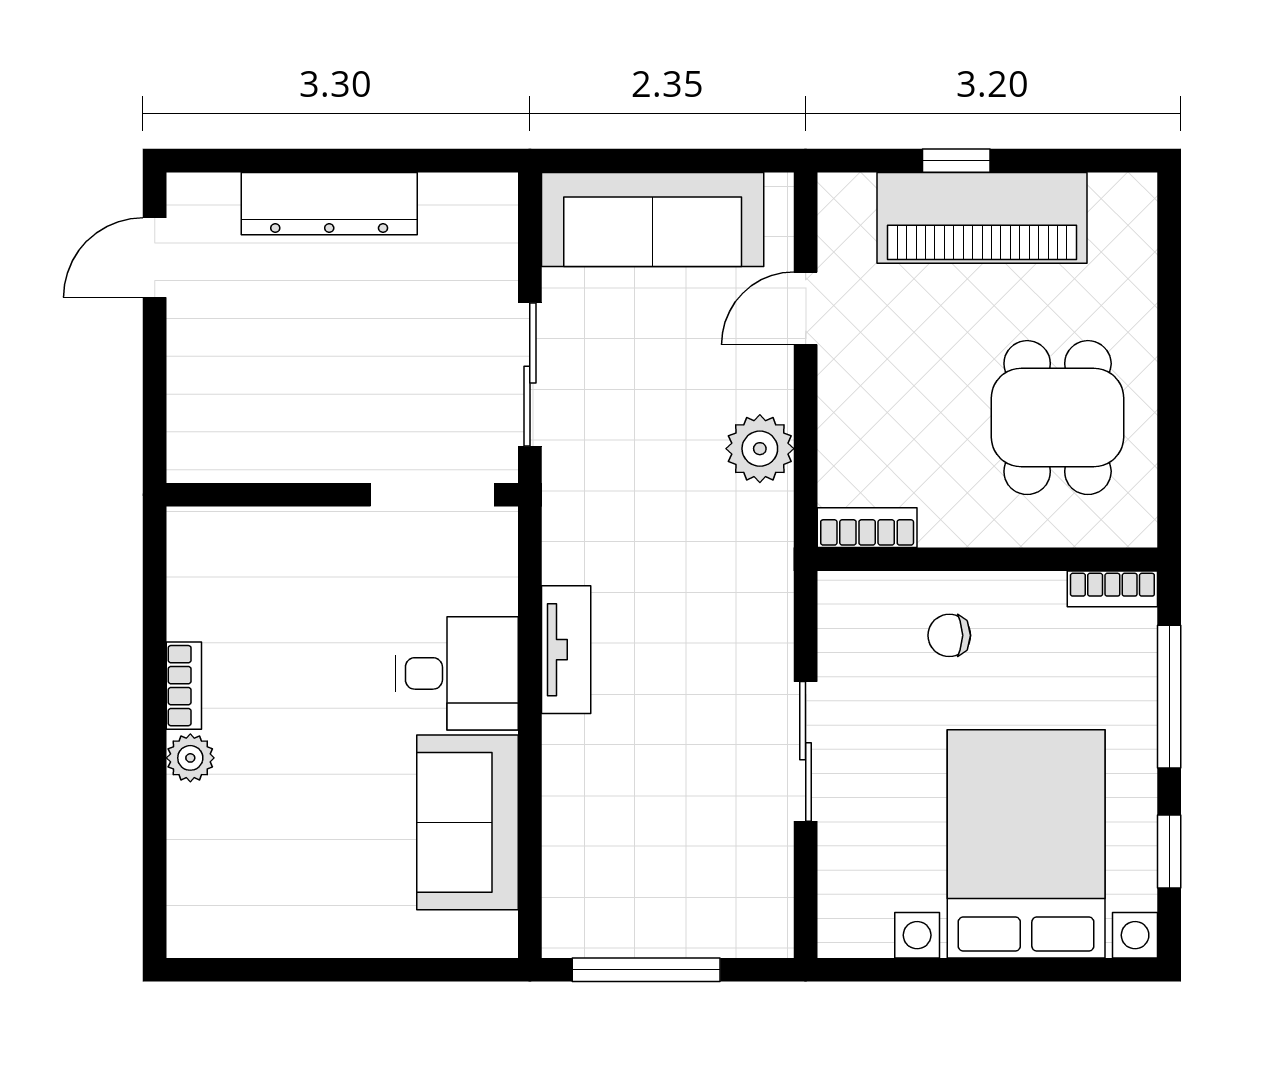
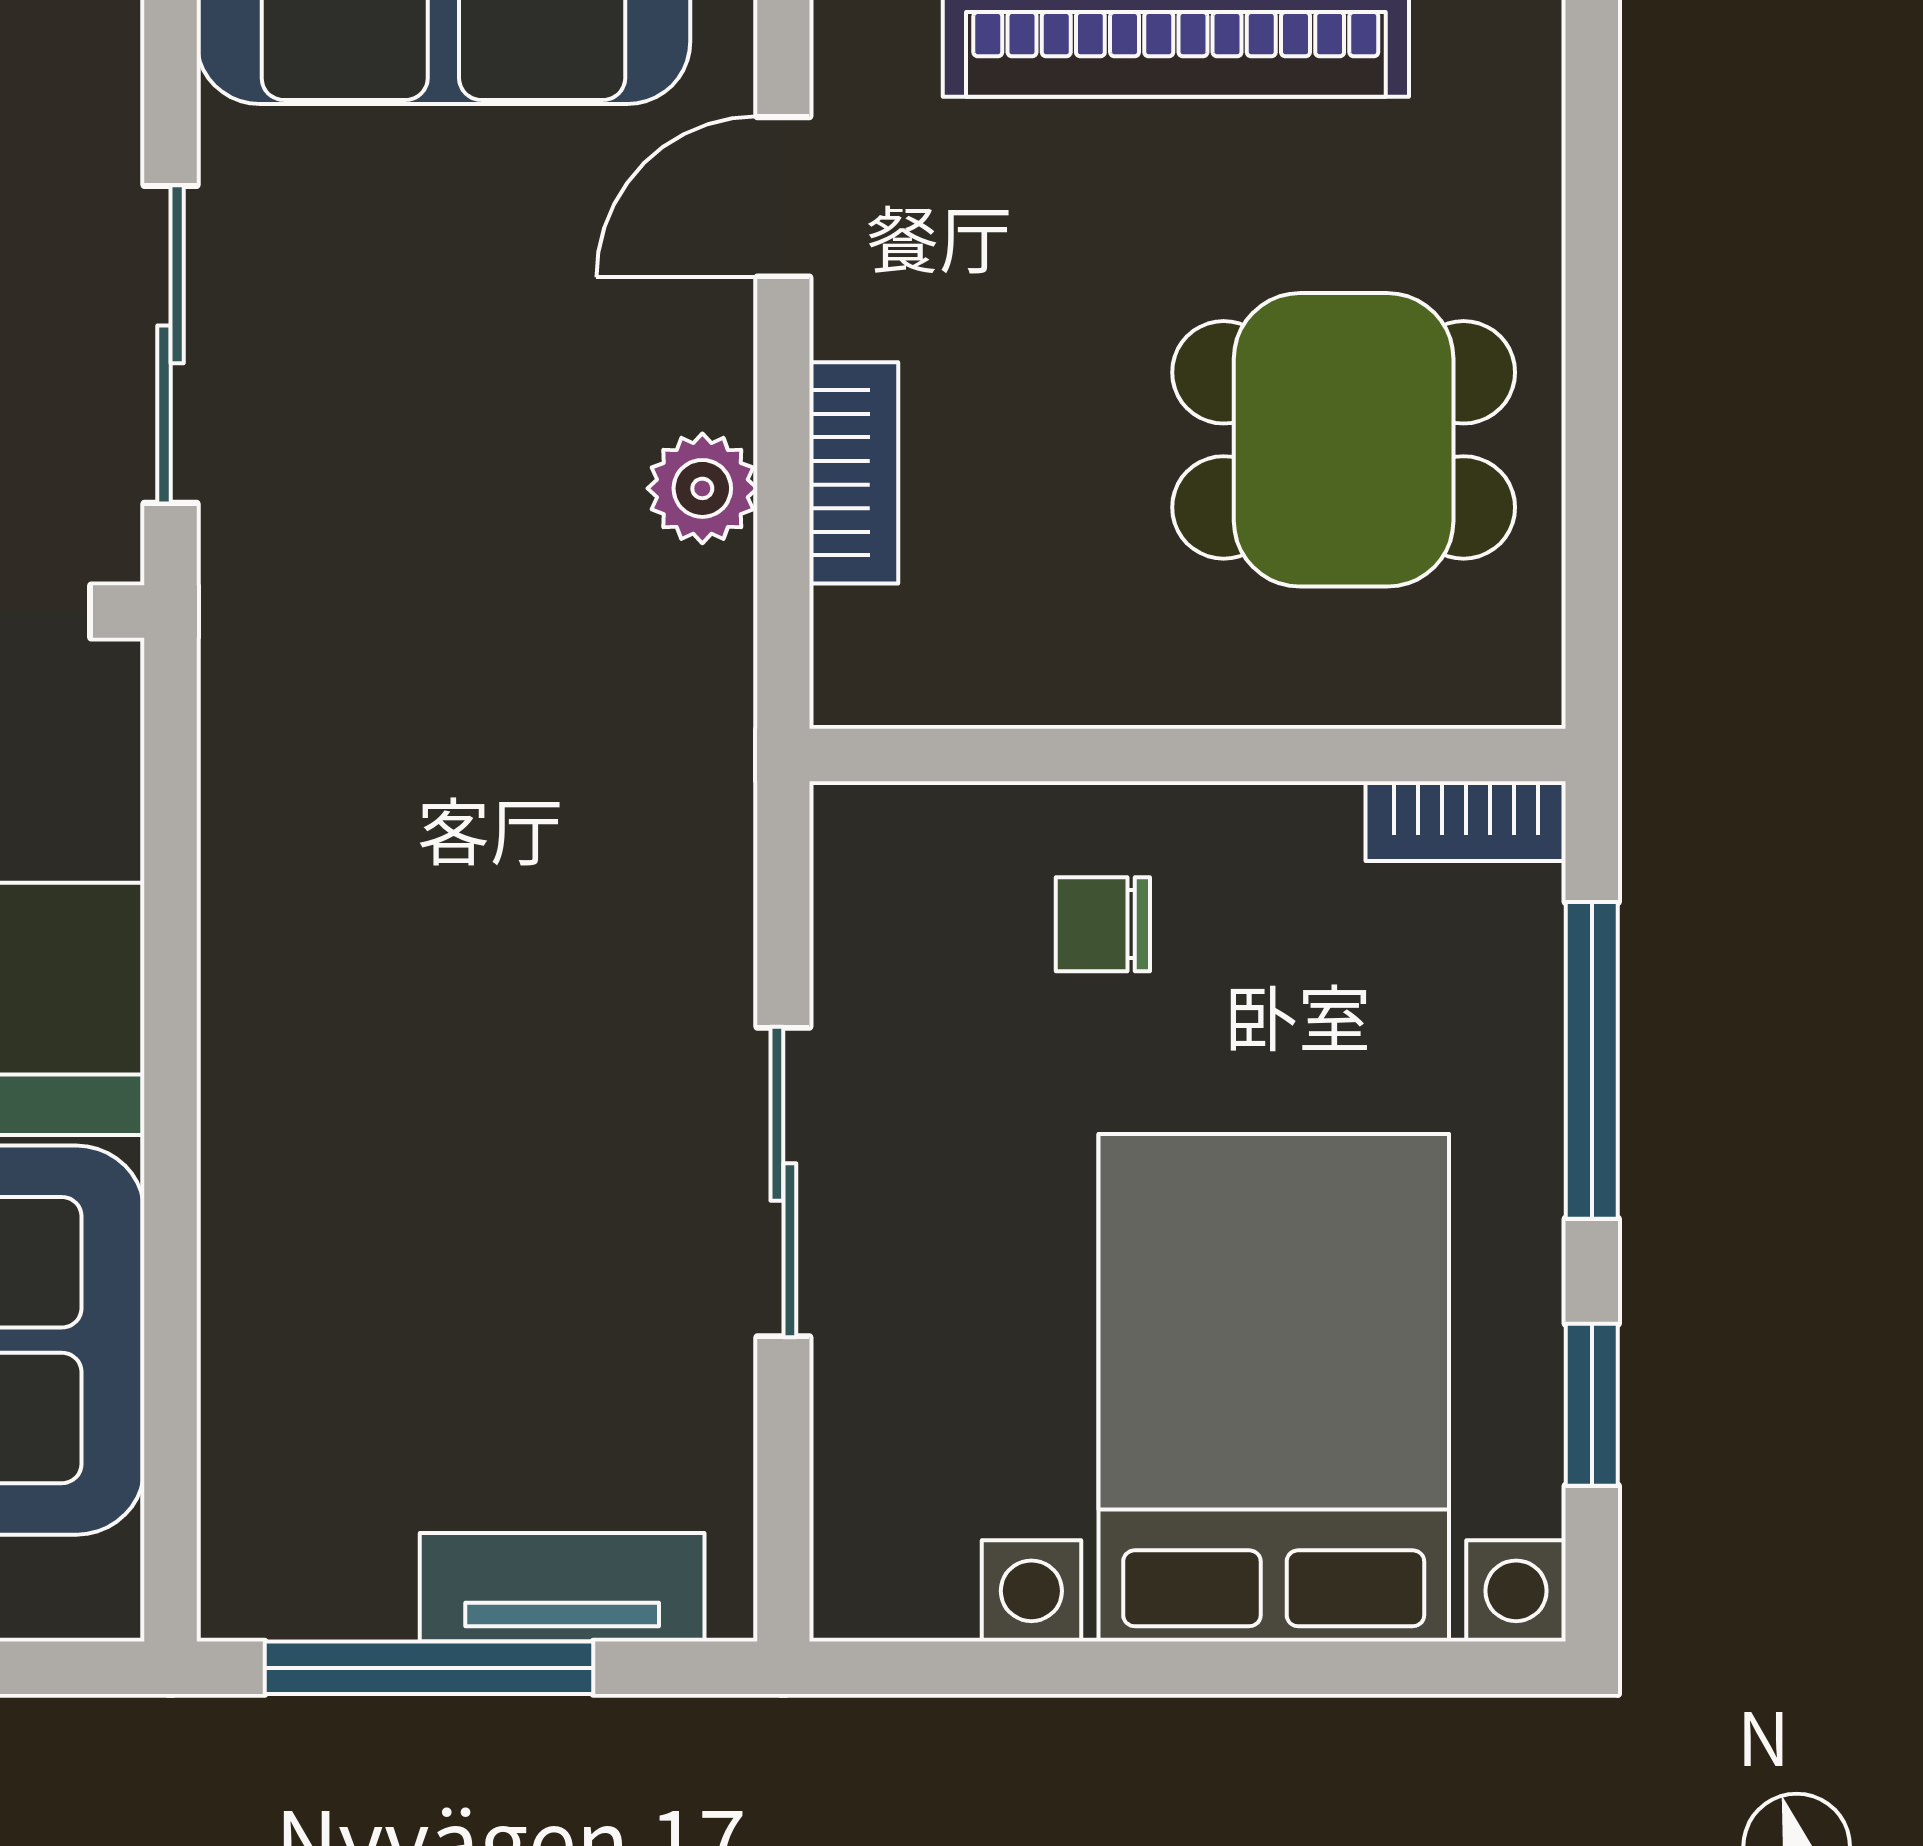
dining table: (1058, 418) -> (1344, 440), turned 90
plant: (760, 449) -> (702, 488), width x0.73, depth x0.73
bookcase: (867, 528) -> (854, 473), moved, turned 90
tv unit: (566, 650) -> (562, 1587), moved, turned -90

